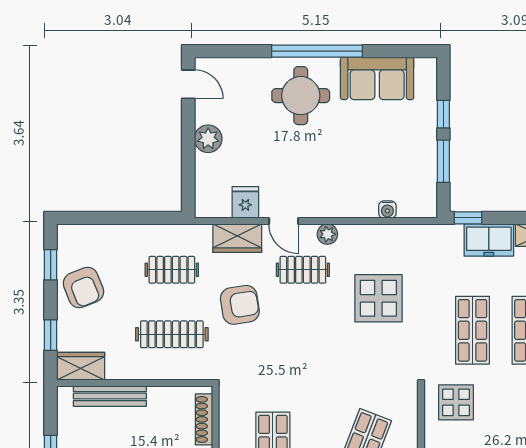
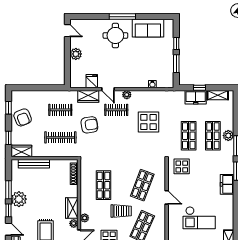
window: (317, 51) -> (122, 17), width x0.68
window: (468, 218) -> (200, 88), moved

